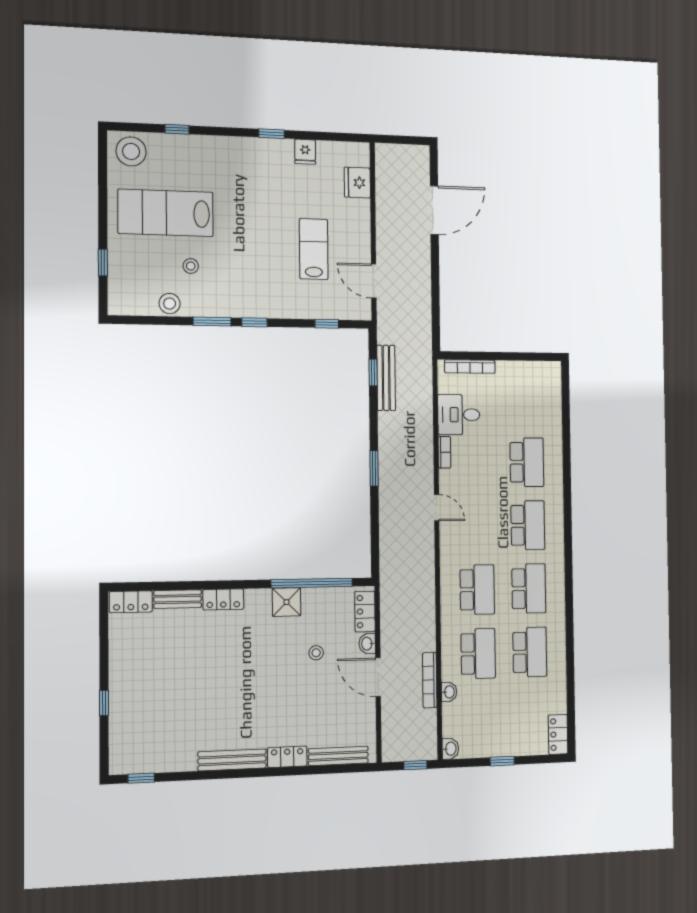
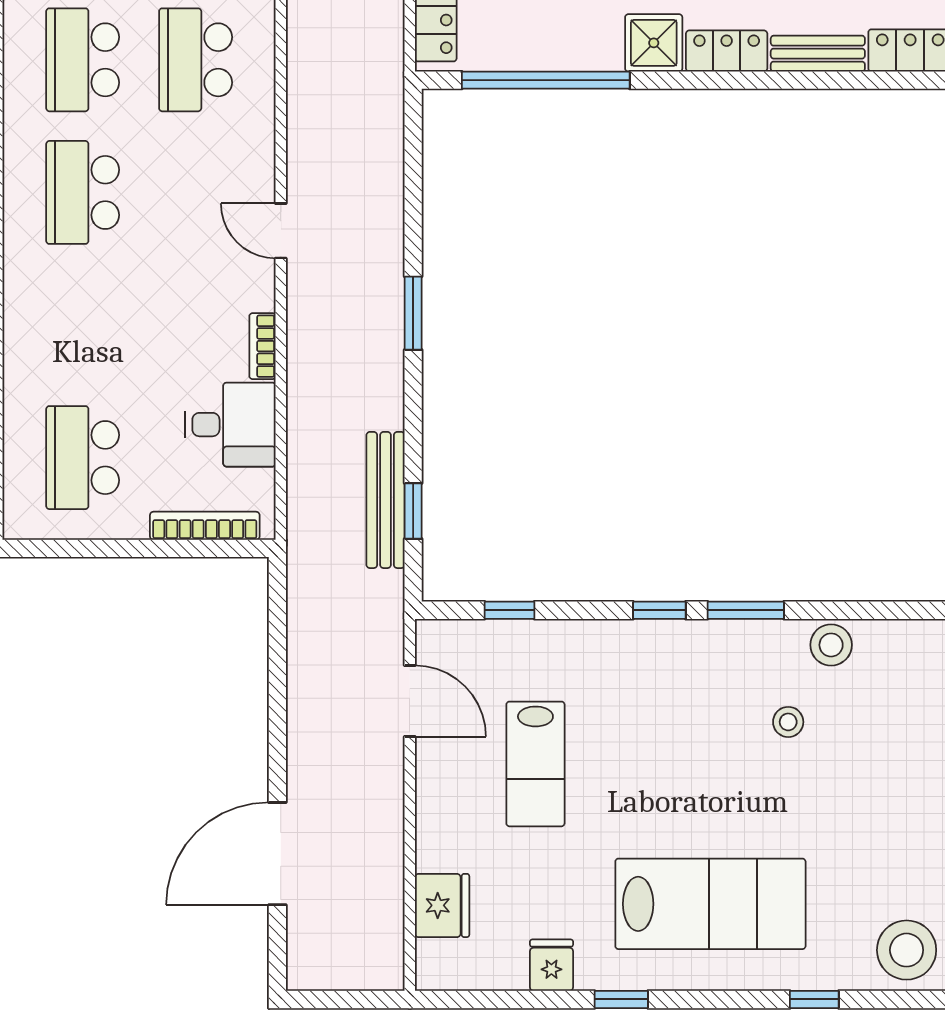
lab bench: (166, 213) -> (710, 904), moved
school desk: (527, 462) -> (83, 458), moved
shower: (287, 602) -> (654, 43), moved

